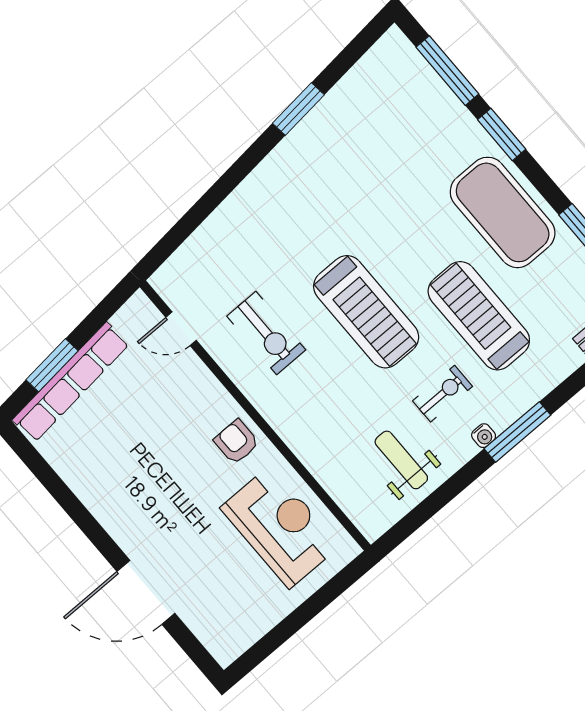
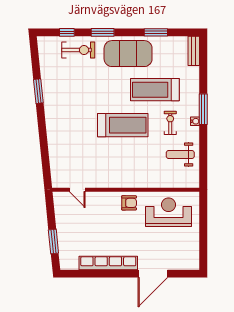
window: (447, 71) -> (67, 32), width x0.46
door: (181, 329) -> (77, 190), hinge flipped
exercise bike: (266, 333) -> (78, 50), moved
row of seats: (71, 382) -> (108, 263), moved, turned -84
armchair: (236, 442) -> (129, 203), turned 180

